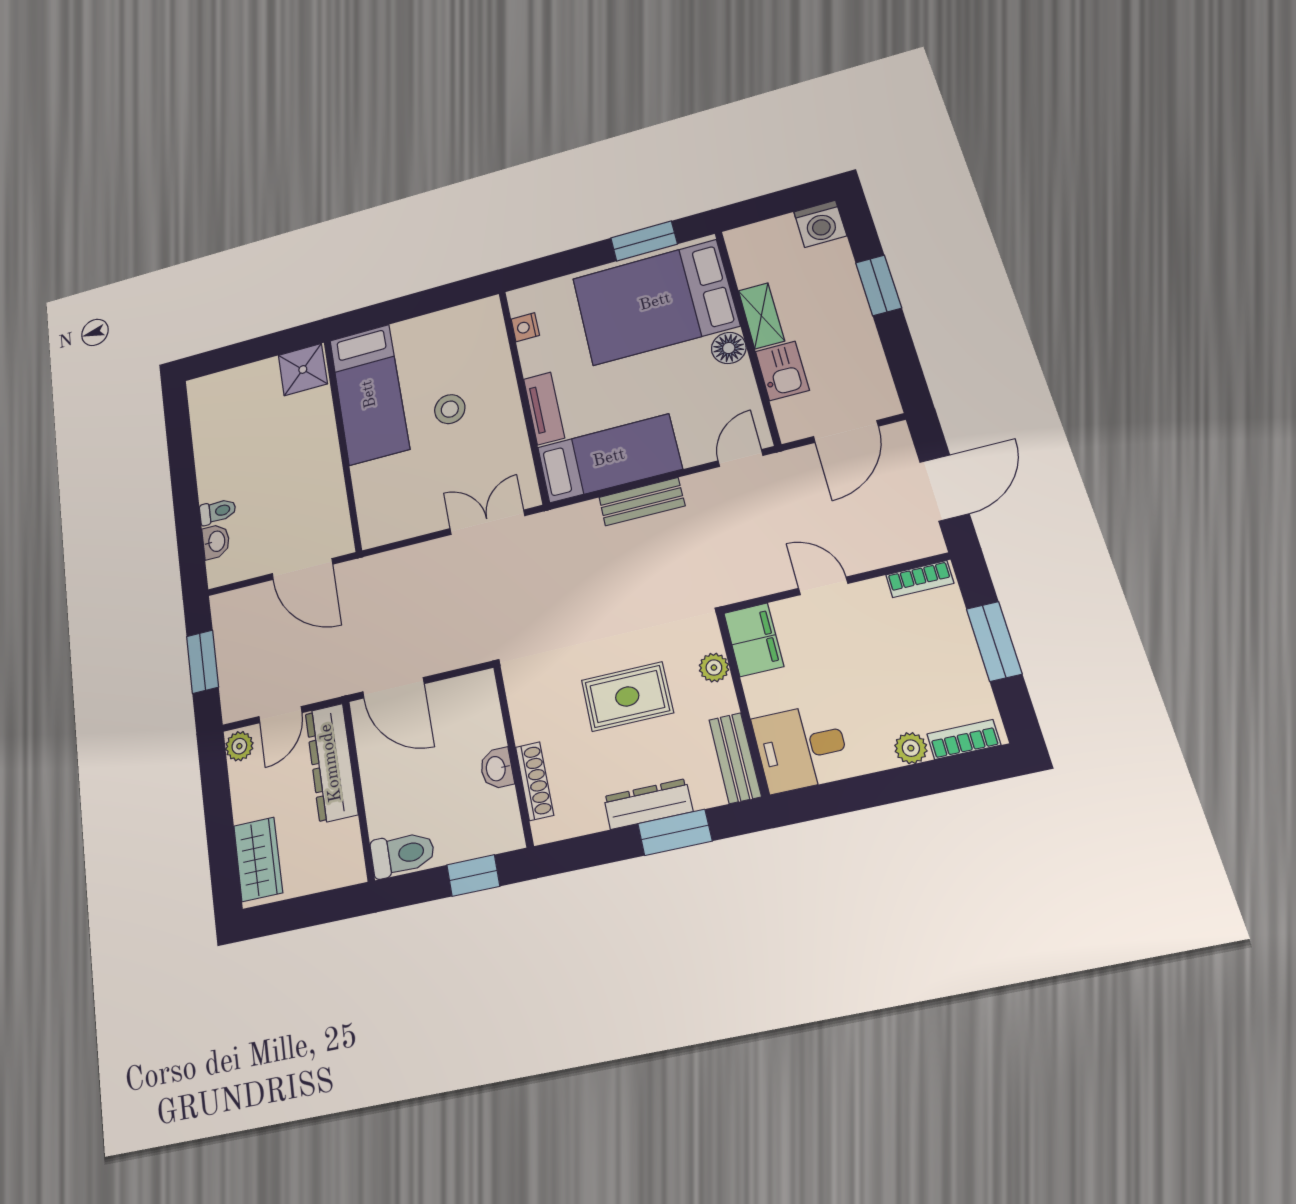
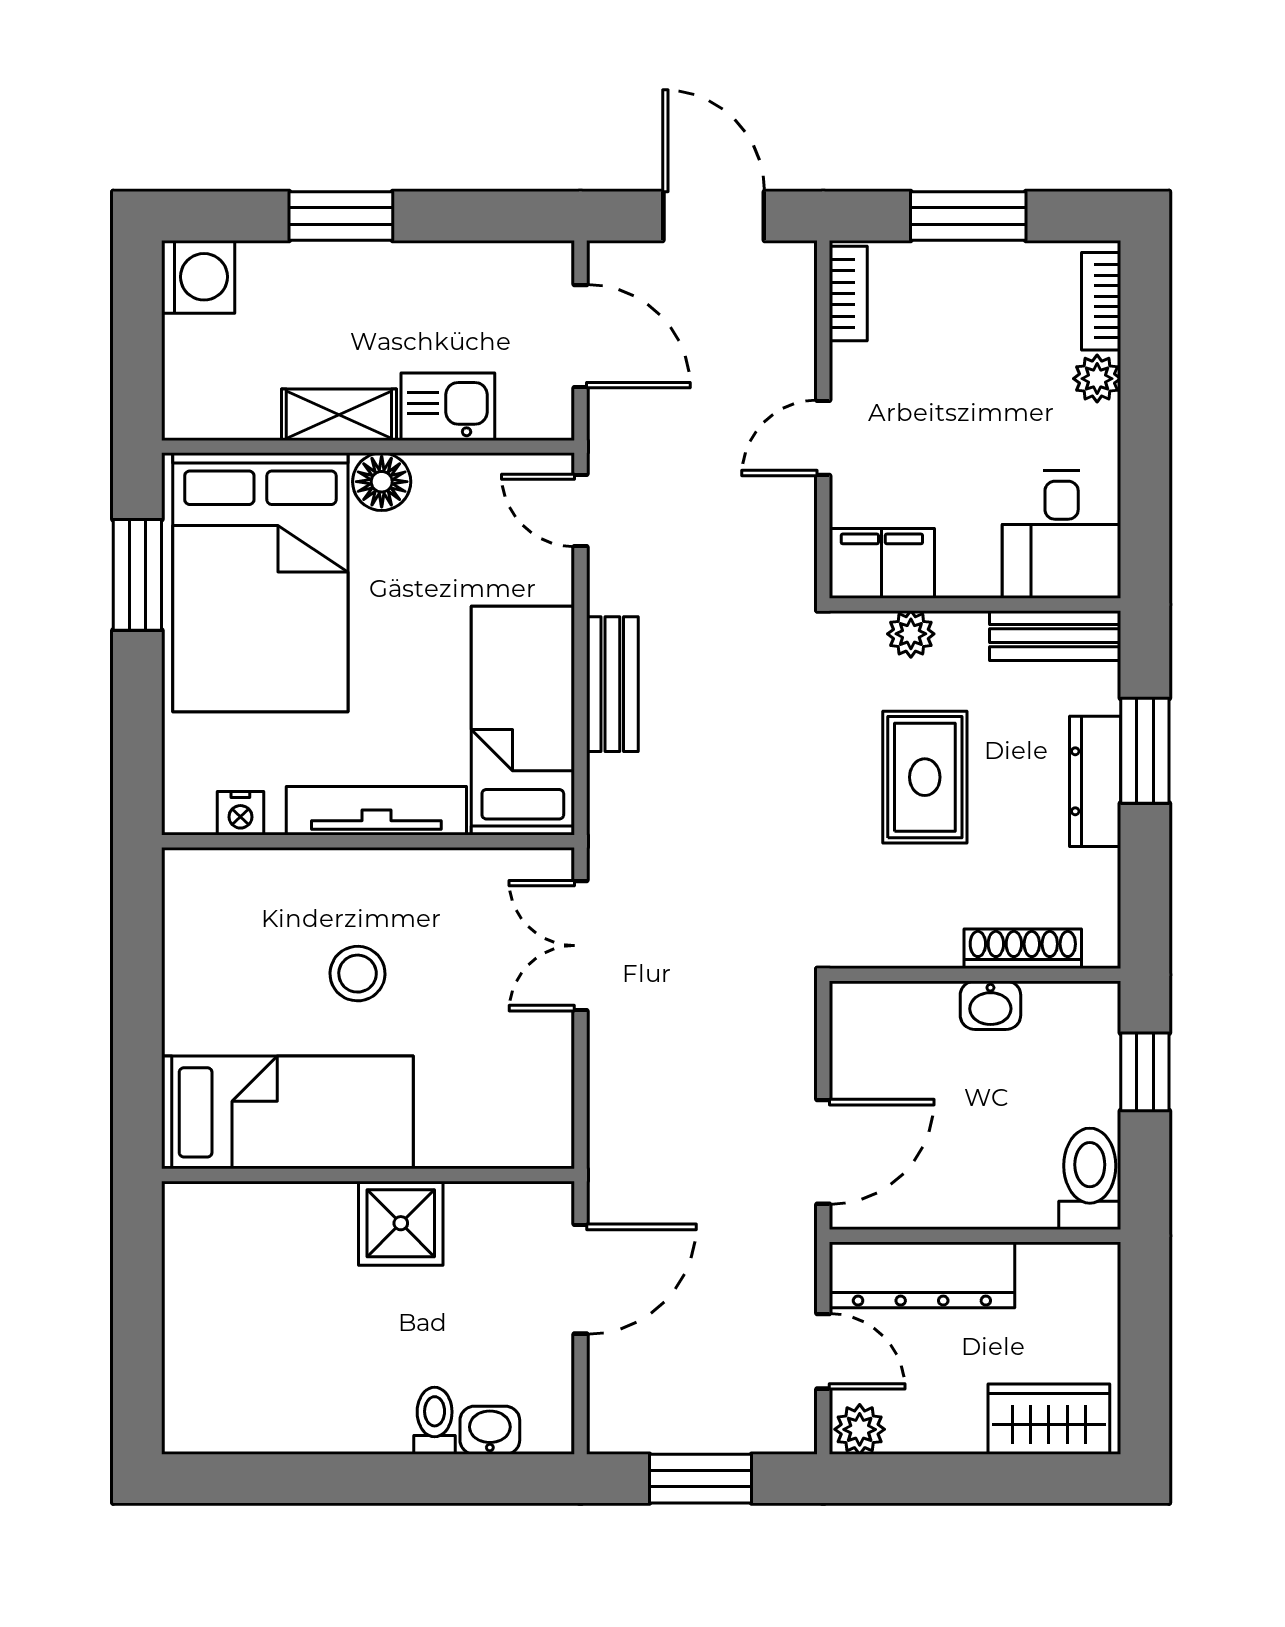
shower: (303, 369) -> (401, 1223), moved
tv unit: (544, 408) -> (376, 811), width x1.41

